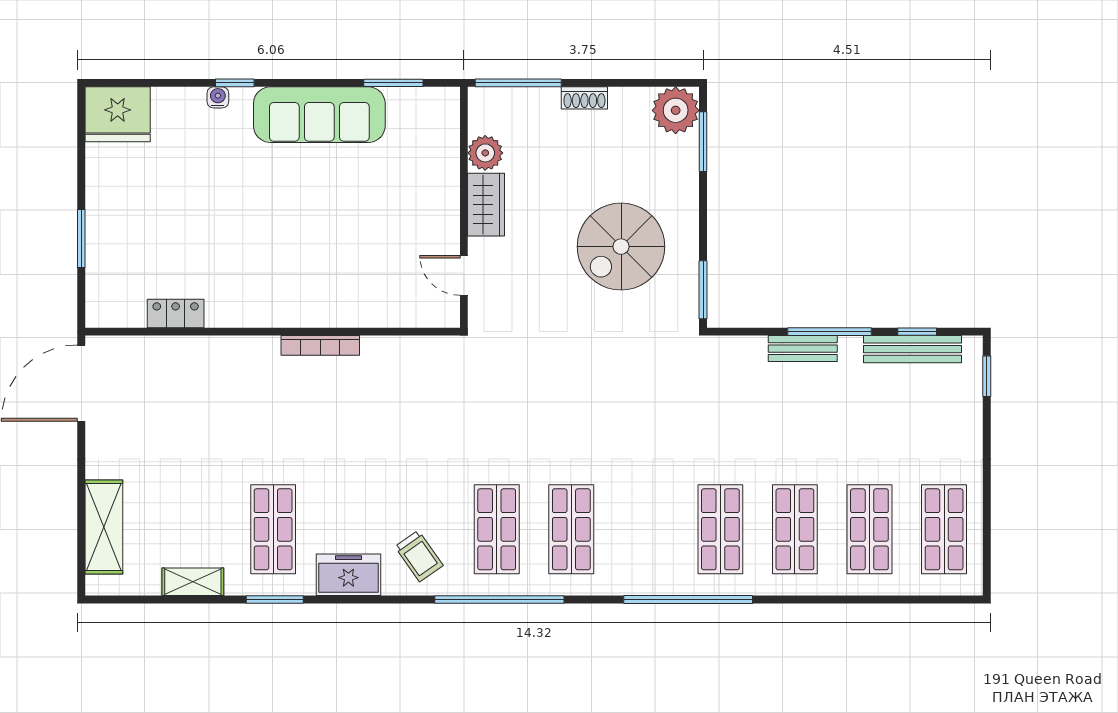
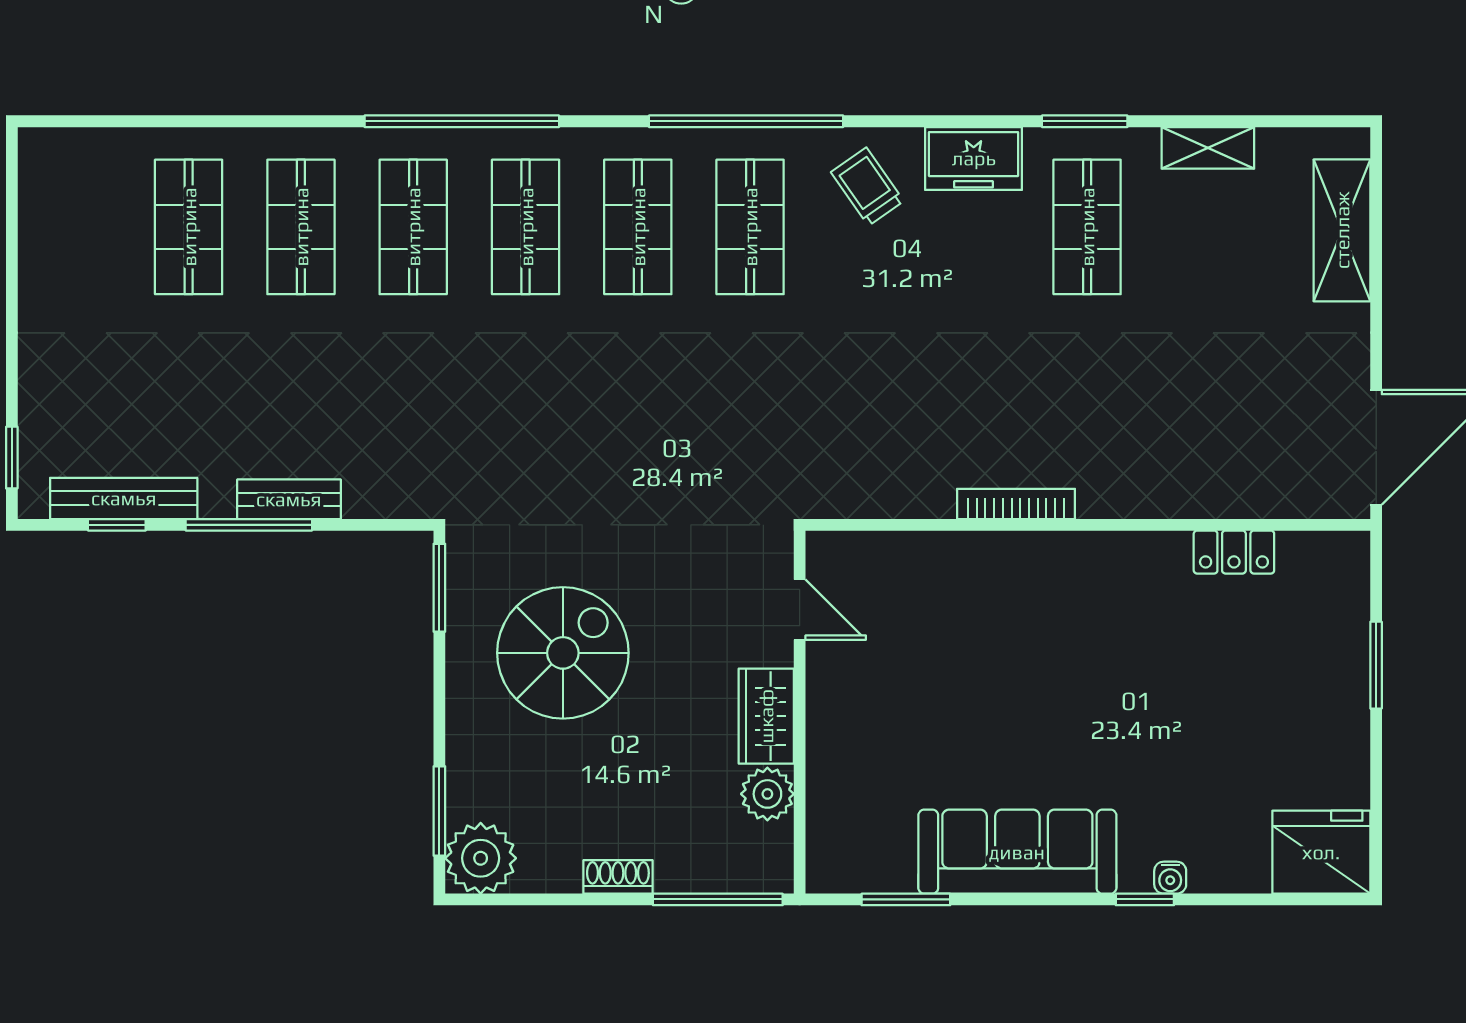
shop shelf: (944, 529) -> (526, 227), moved

